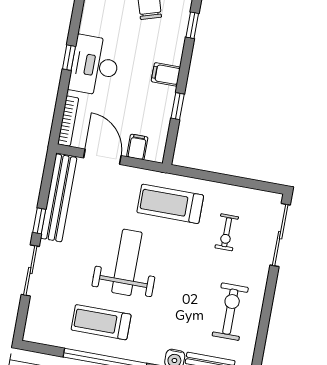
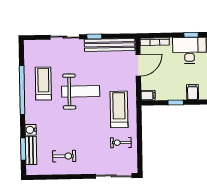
filing cabinet: (137, 147) -> (148, 95), moved
exercise bike: (227, 232) -> (121, 143), moved
exercise bike: (230, 312) -> (64, 156), width x0.73, depth x0.72

